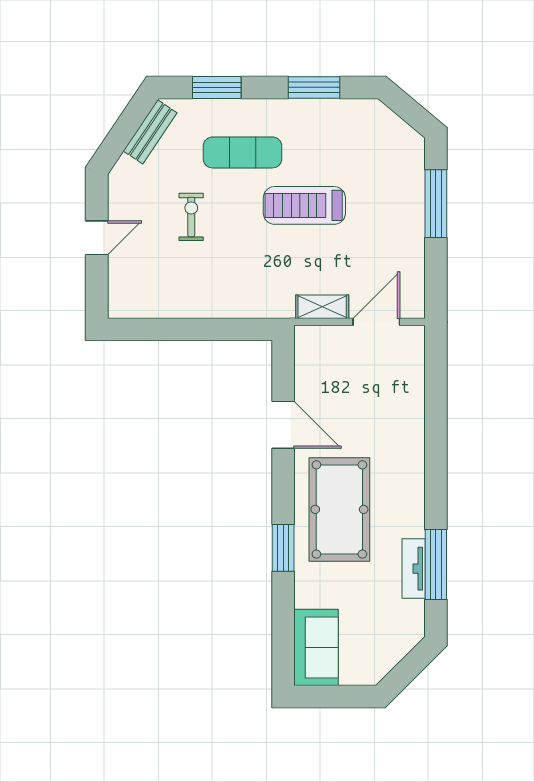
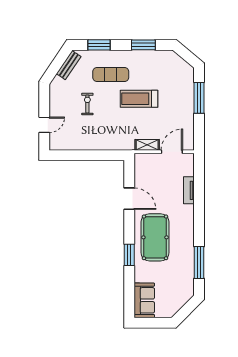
door: (97, 238) -> (44, 125), moved
tv unit: (414, 569) -> (189, 190), moved

